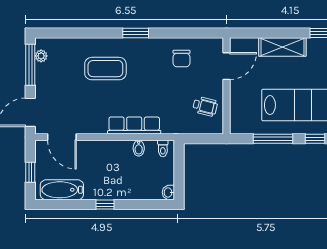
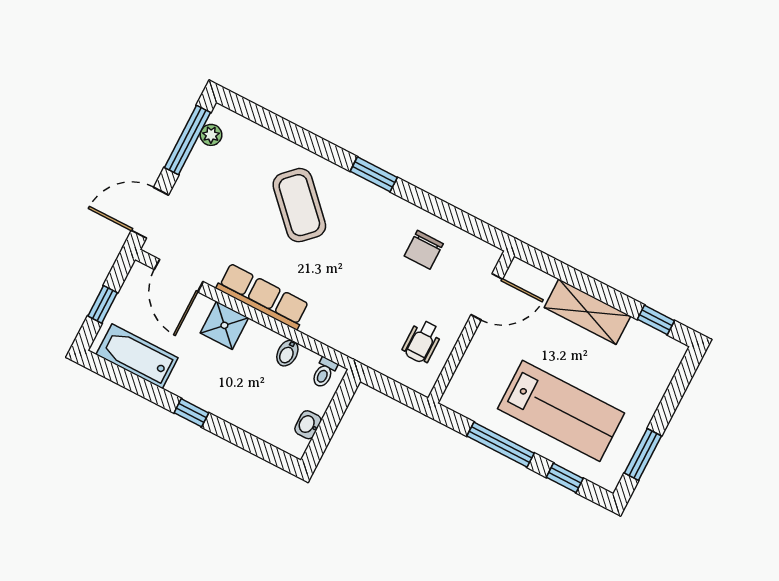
coffee table: (105, 69) -> (299, 205), turned 46
wheelchair: (205, 106) -> (422, 342), turned 76
row of seats: (134, 125) -> (263, 296), moved
shower: (99, 151) -> (224, 325), added
washbasin: (168, 192) -> (308, 425), moved

